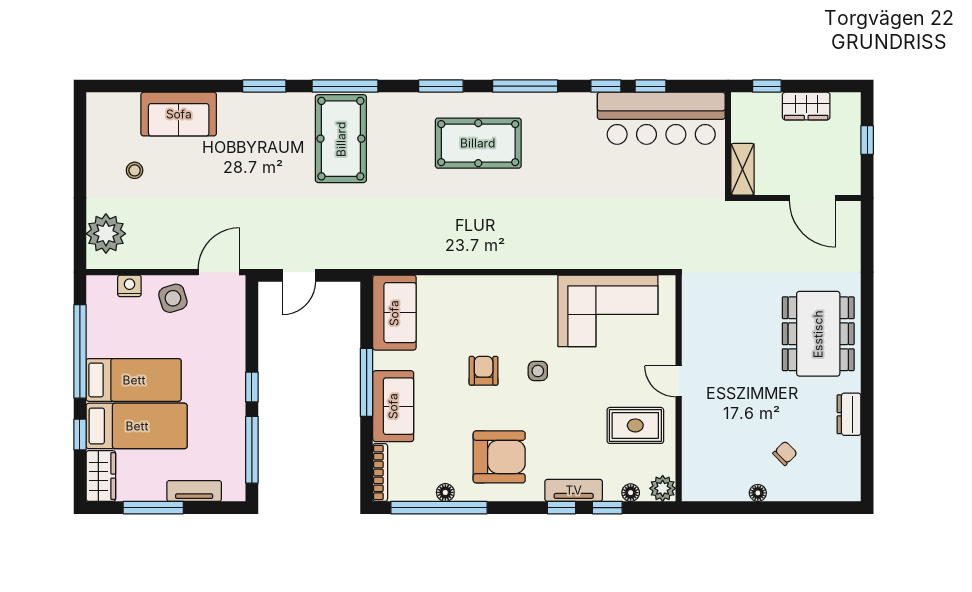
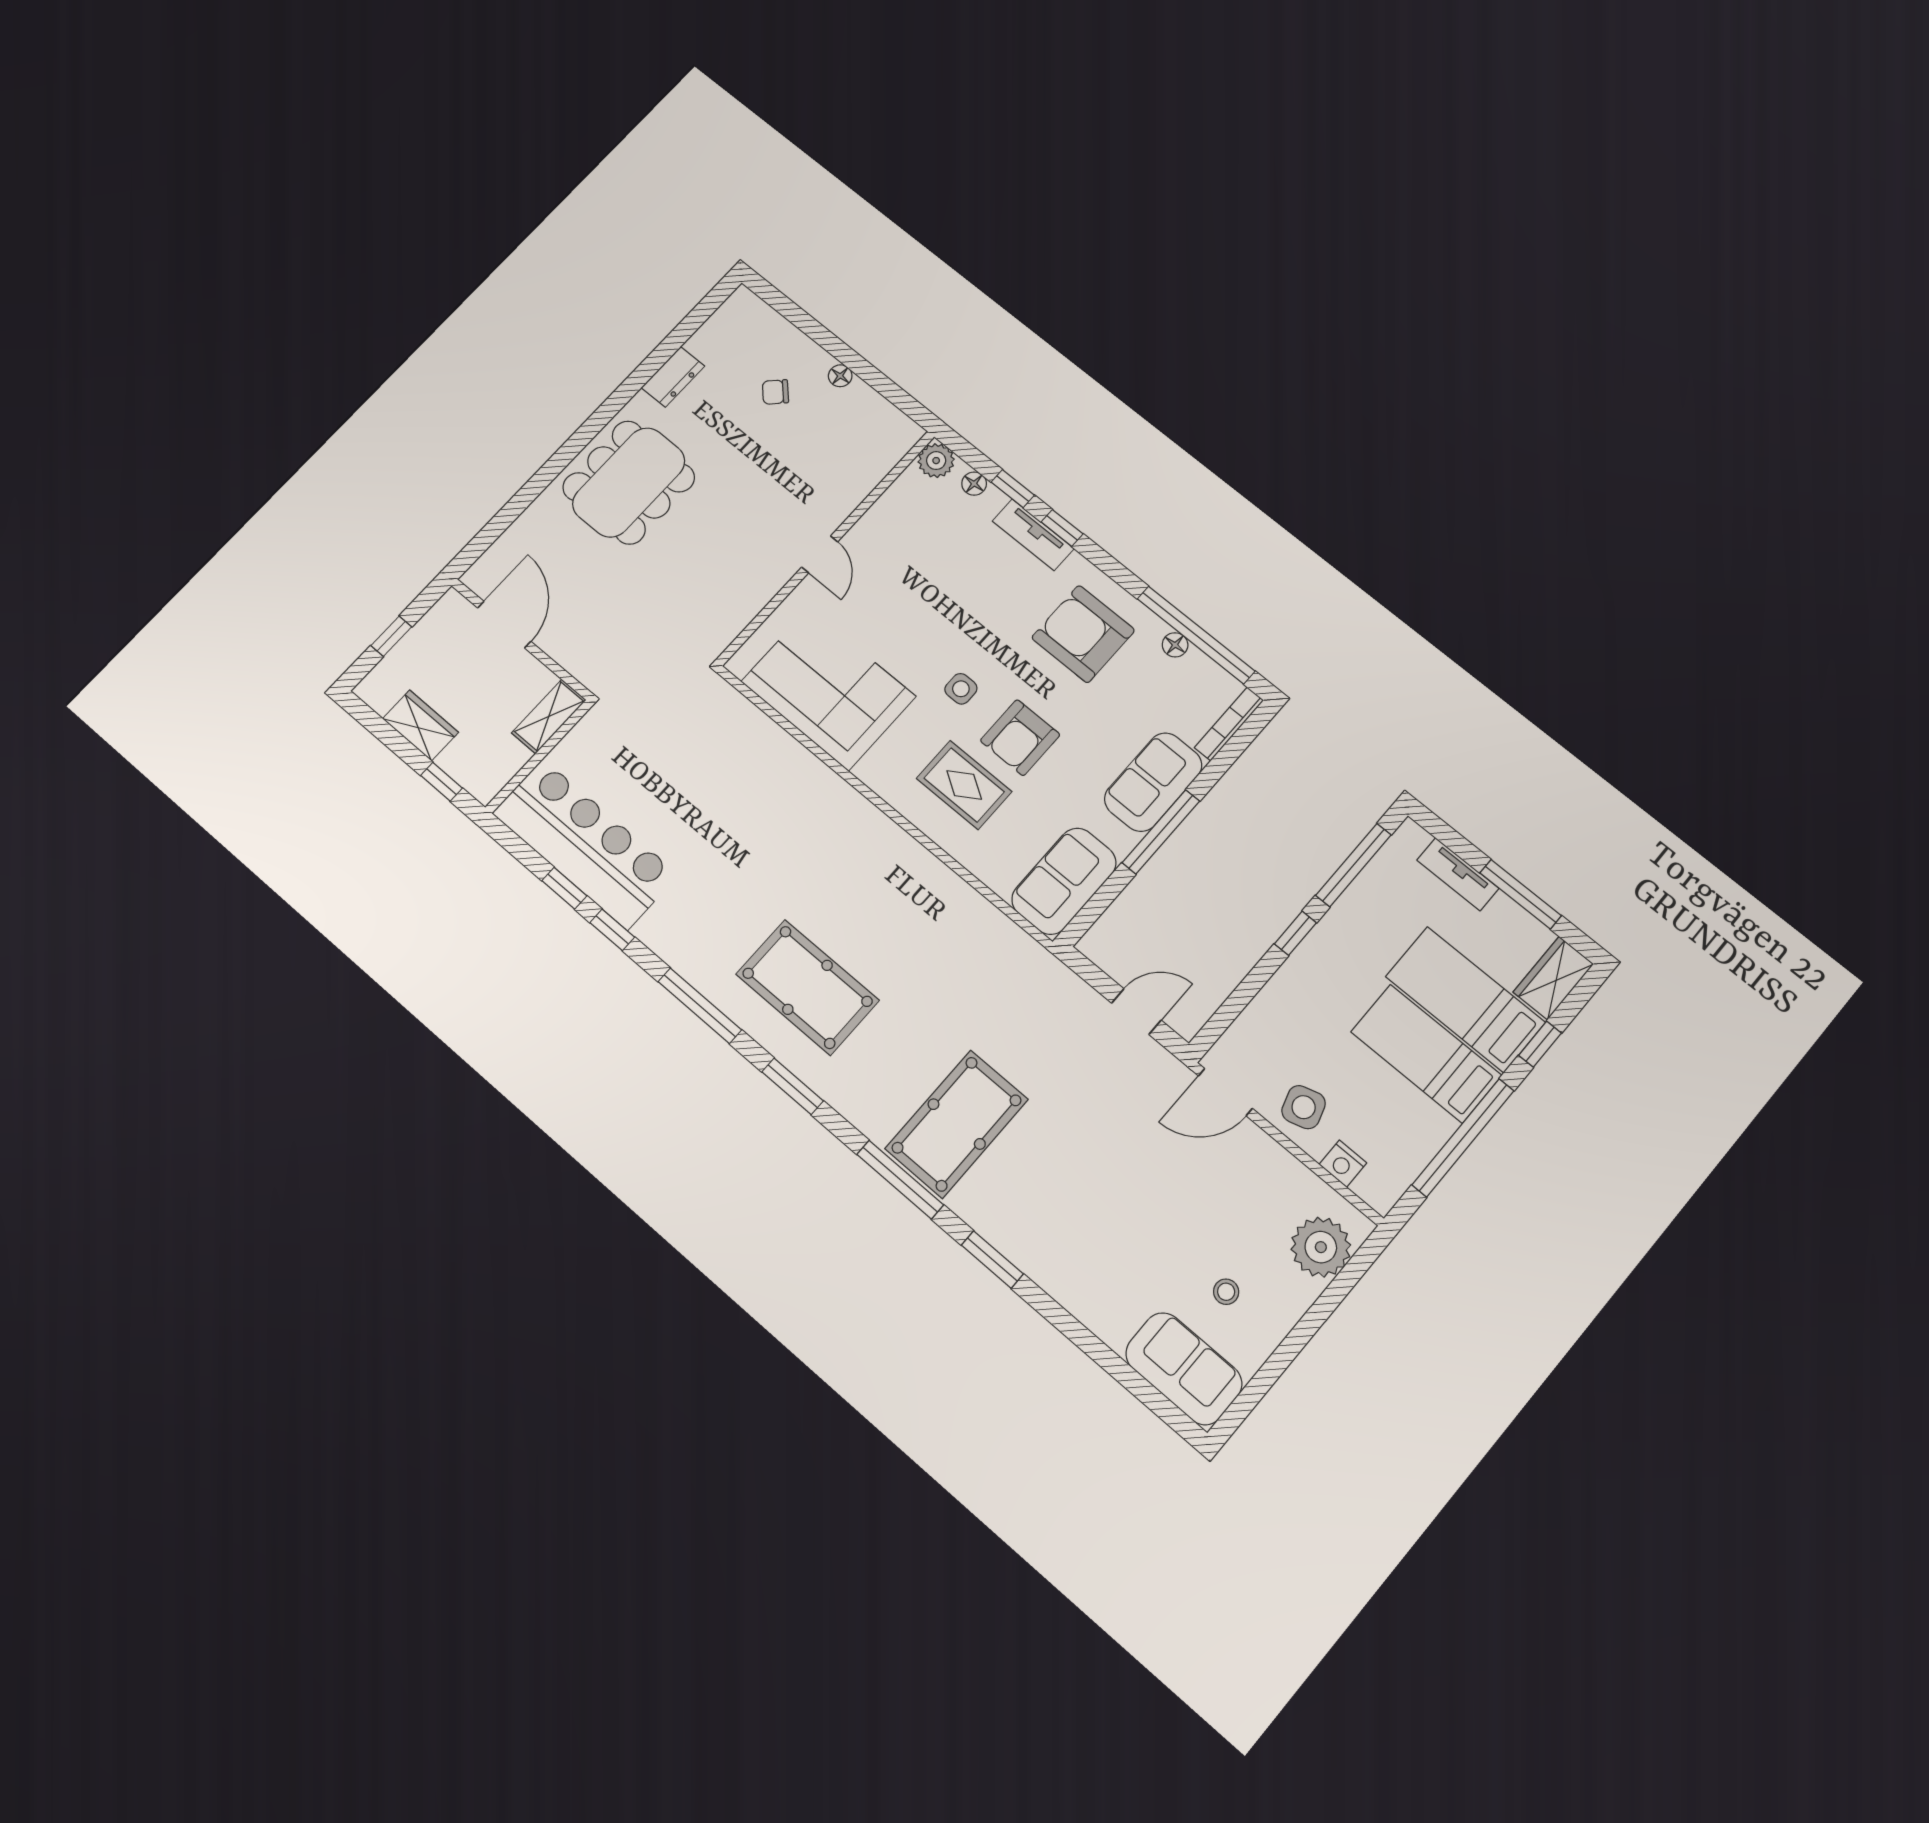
sofa: (179, 114) -> (1184, 1369), moved
armchair: (484, 371) -> (1020, 738), width x1.38, depth x1.38
rug: (635, 425) -> (964, 785), moved

